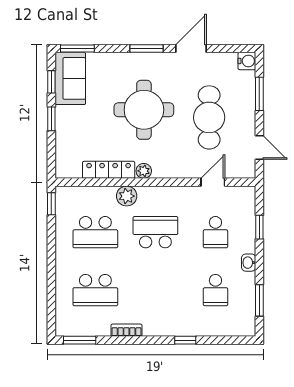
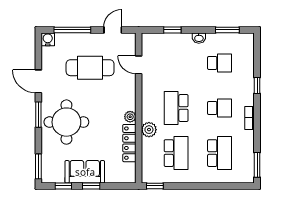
sofa: (70, 78) -> (85, 172), moved
window: (259, 94) -> (72, 30), width x1.44
round table: (144, 110) -> (66, 122), moved
school desk: (215, 232) -> (220, 108), moved
bookcase: (126, 330) -> (250, 118), moved

